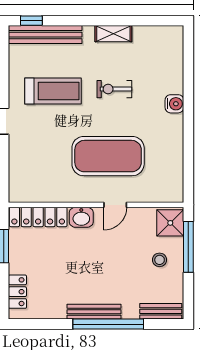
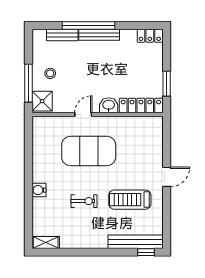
shelving: (113, 34) -> (46, 242), moved
locker: (17, 292) -> (150, 36), moved, turned -90
bench: (161, 311) -> (62, 35), moved

